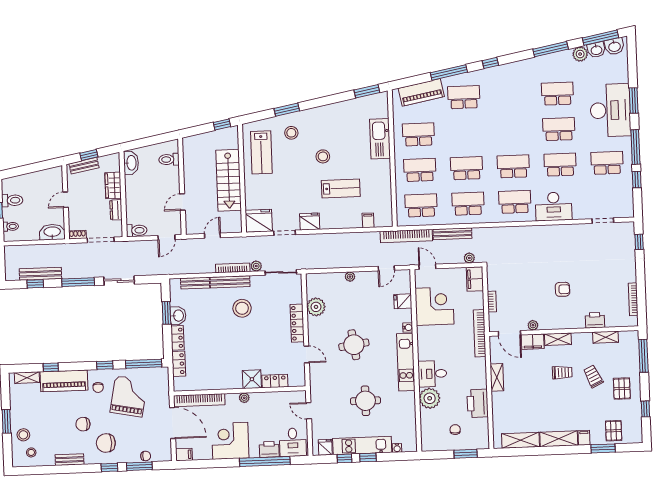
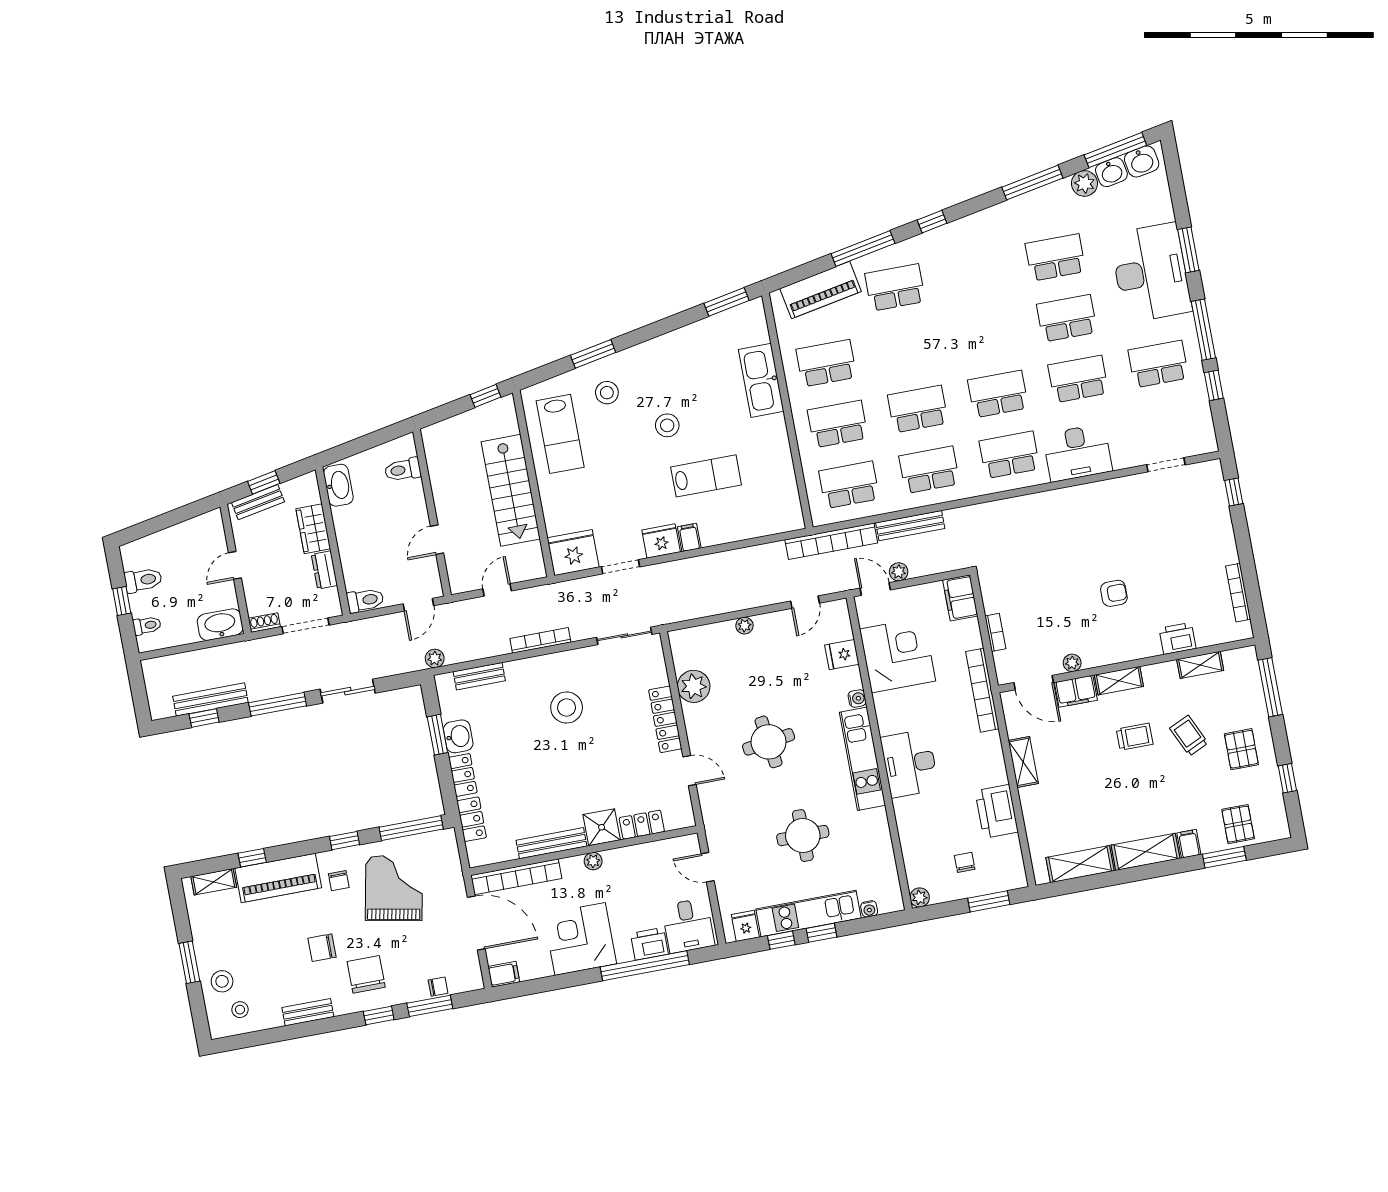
filing cabinet: (368, 220) -> (689, 537), moved
plant: (469, 258) -> (899, 572), moved
plant: (256, 266) -> (435, 658), moved
bench: (230, 282) -> (551, 843), moved
desk: (432, 374) -> (910, 764), width x1.37
plant: (430, 398) -> (920, 897), moved, width x0.53, depth x0.53
chair: (106, 443) -> (366, 974), turned 90

